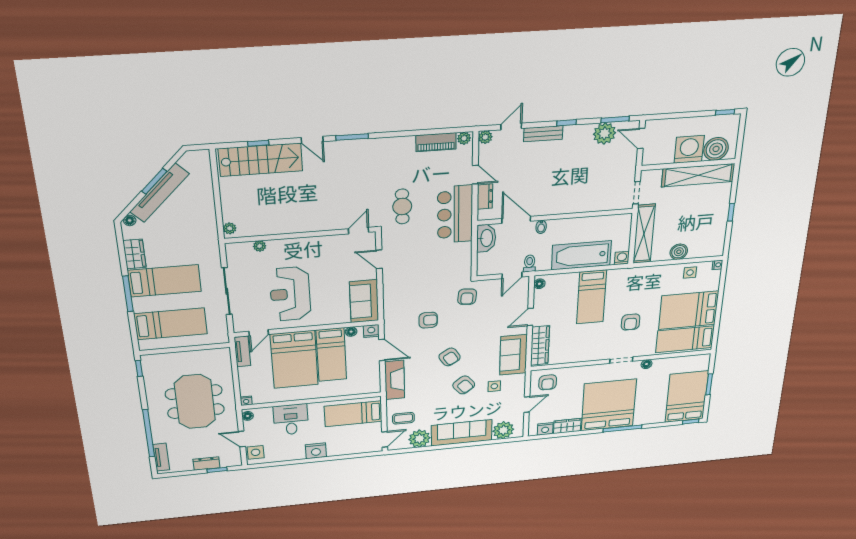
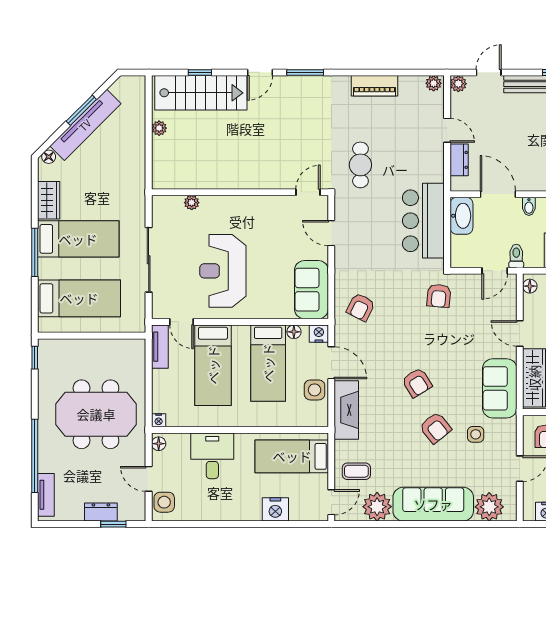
door: (312, 140) -> (260, 72), hinge flipped
piano: (436, 142) -> (374, 86), moved
bar counter: (455, 214) -> (423, 221), moved
plant: (230, 228) -> (159, 128), moved
door: (530, 317) -> (520, 333), hinge flipped
armchair: (428, 320) -> (361, 307), moved, turned 117
door: (259, 333) -> (182, 322), hinge flipped
bed: (294, 359) -> (213, 365), width x0.67
side table: (369, 369) -> (315, 390), added
meeting table: (195, 402) -> (96, 414), turned 90
nightstand: (316, 451) -> (275, 509), moved

